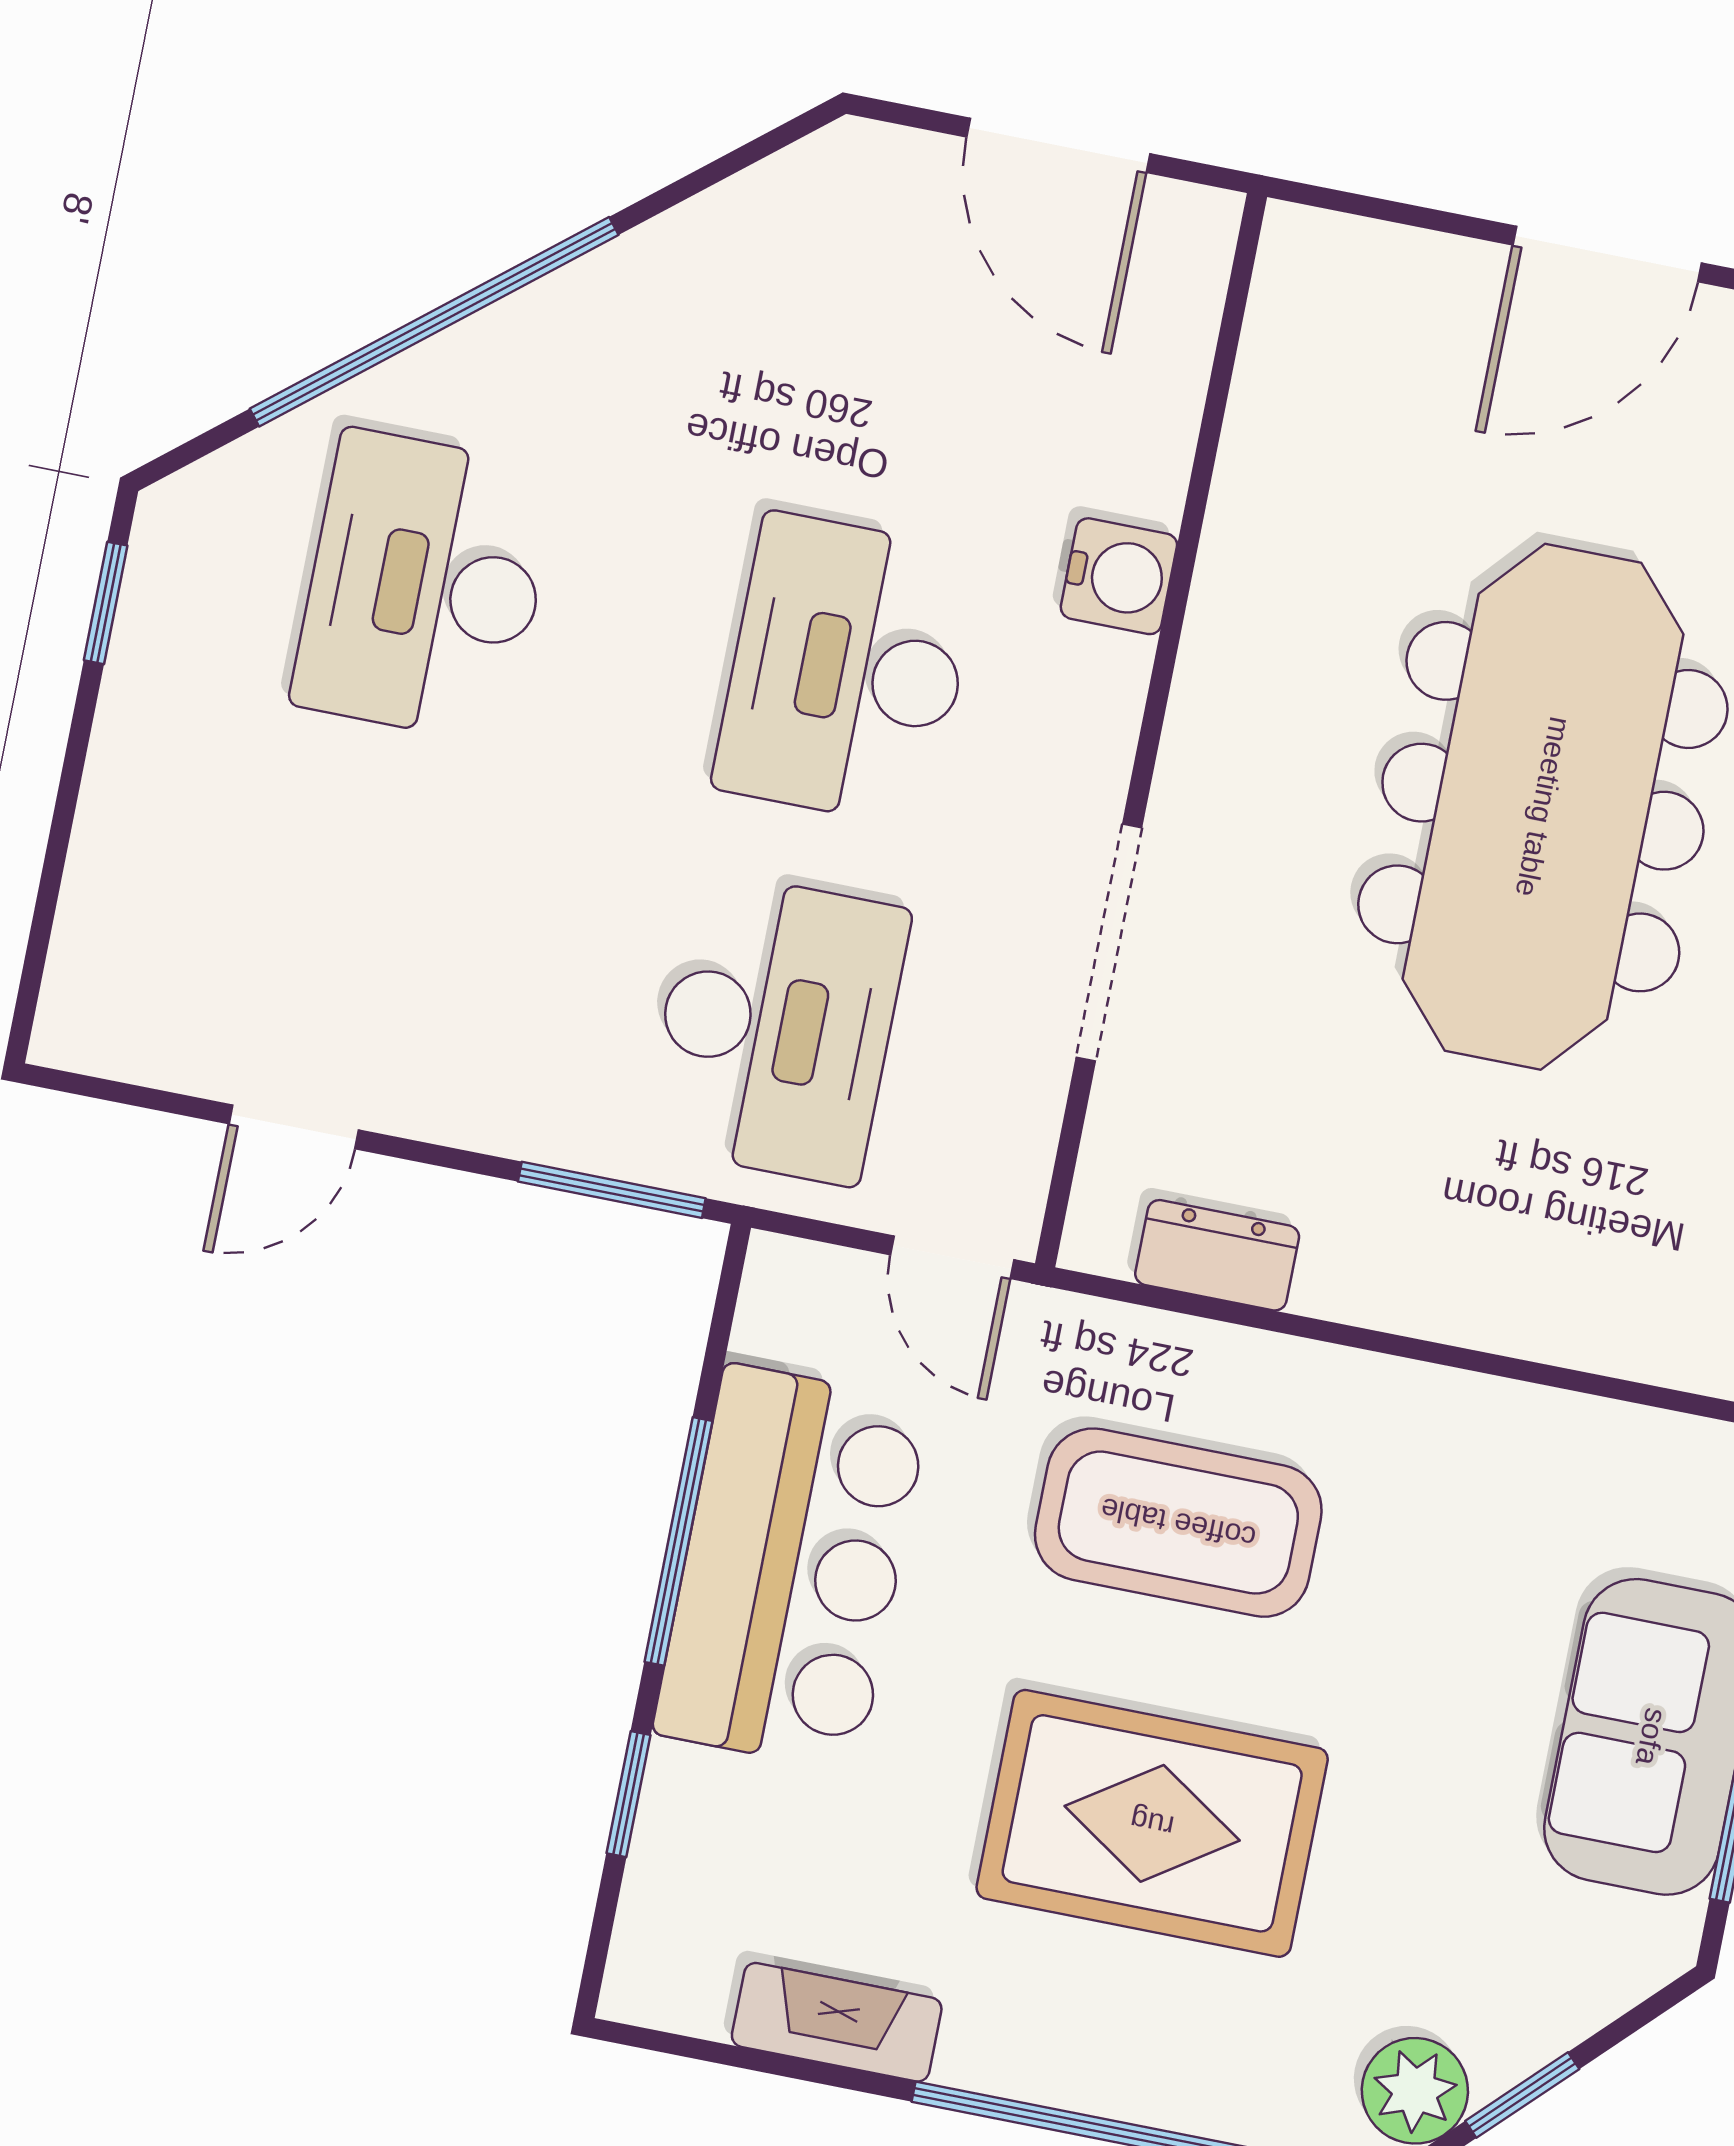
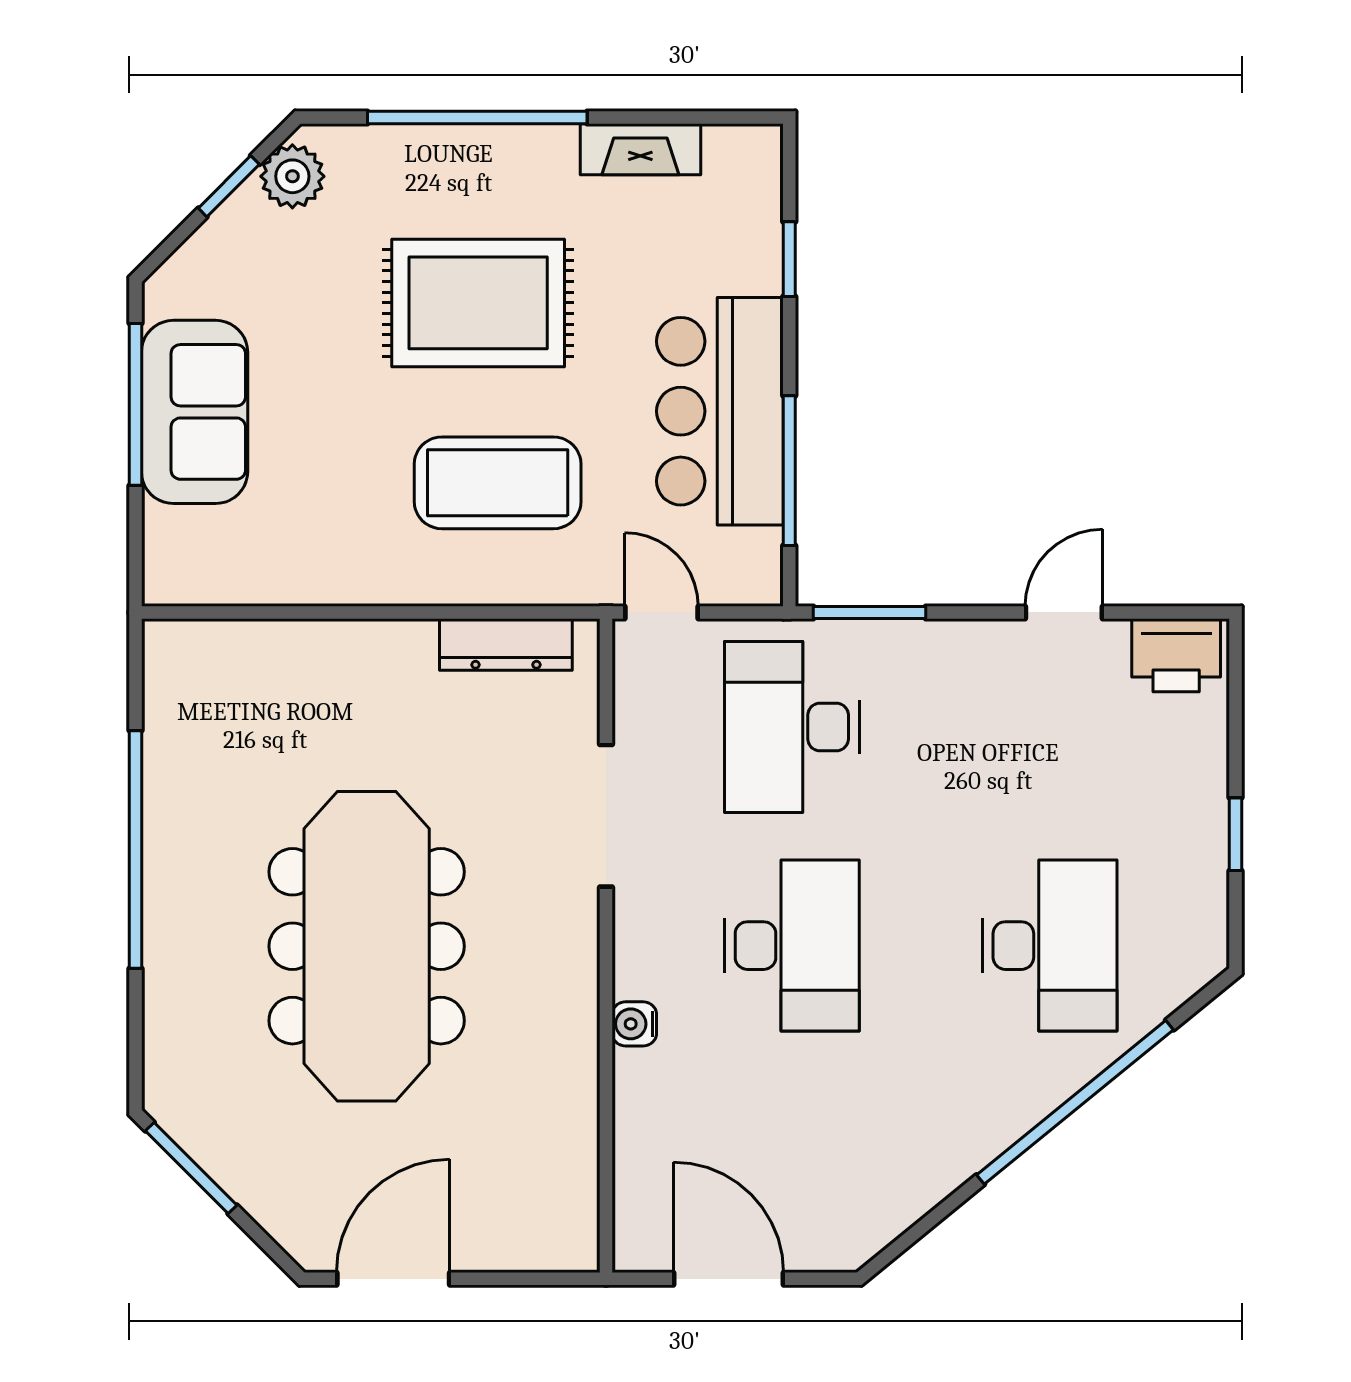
water cooler: (1119, 576) -> (634, 1024), width x0.72, depth x0.72
window: (106, 603) -> (1235, 834), moved
printer: (124, 1021) -> (1176, 655), added
dresser: (1217, 1255) -> (506, 645), width x1.44
window: (679, 1541) -> (789, 471), moved

